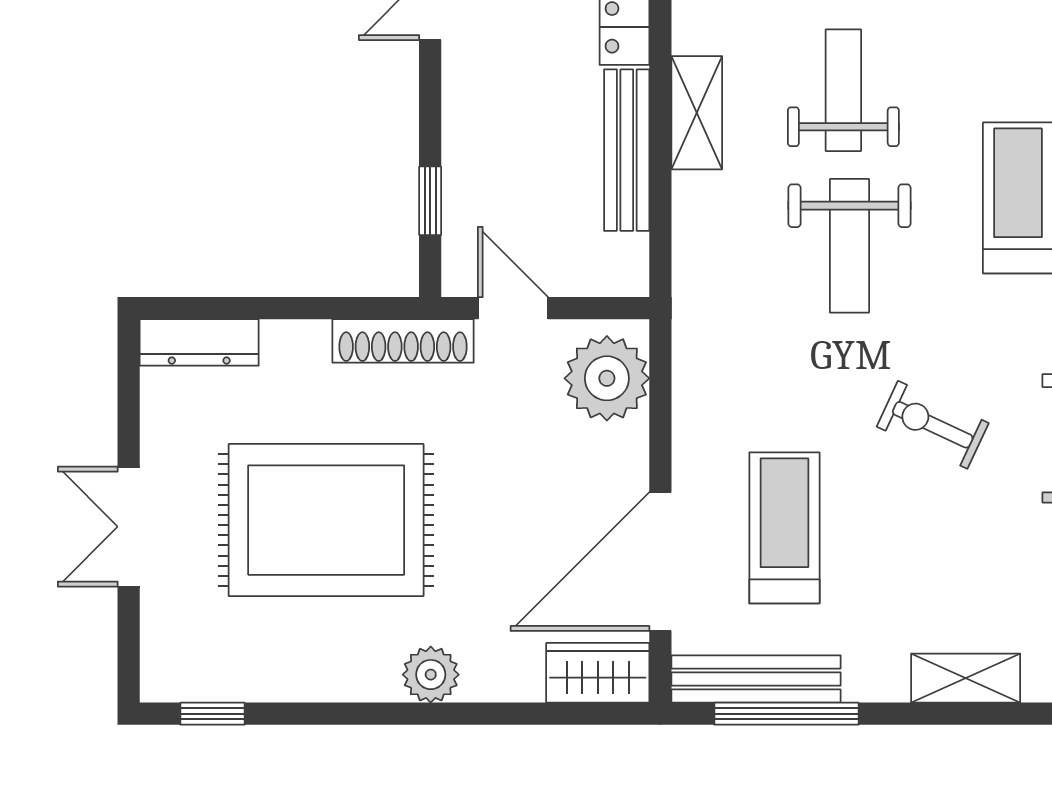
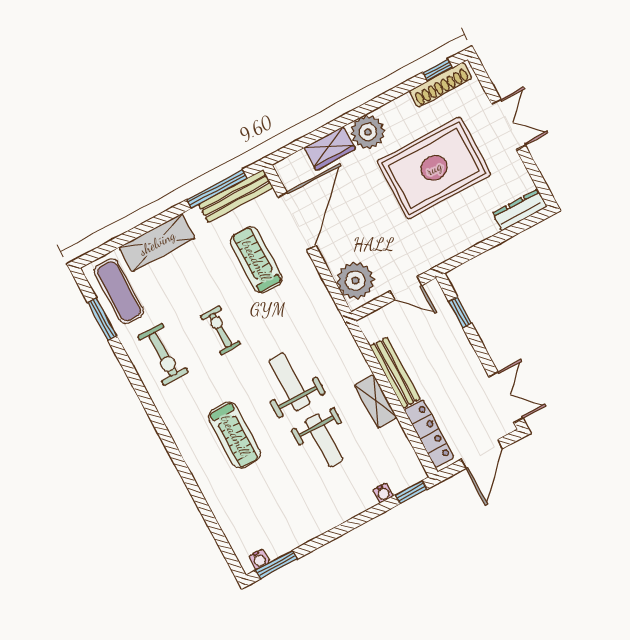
shoe rack: (403, 341) -> (441, 85), moved, turned 180
exercise bike: (933, 425) -> (220, 330), turned -115
treadmill: (784, 528) -> (256, 260), turned 180
wardrobe: (598, 673) -> (330, 148), moved
plant: (431, 675) -> (368, 132), width x1.36, depth x1.36
shelving: (966, 678) -> (157, 243), width x1.50, depth x1.33

